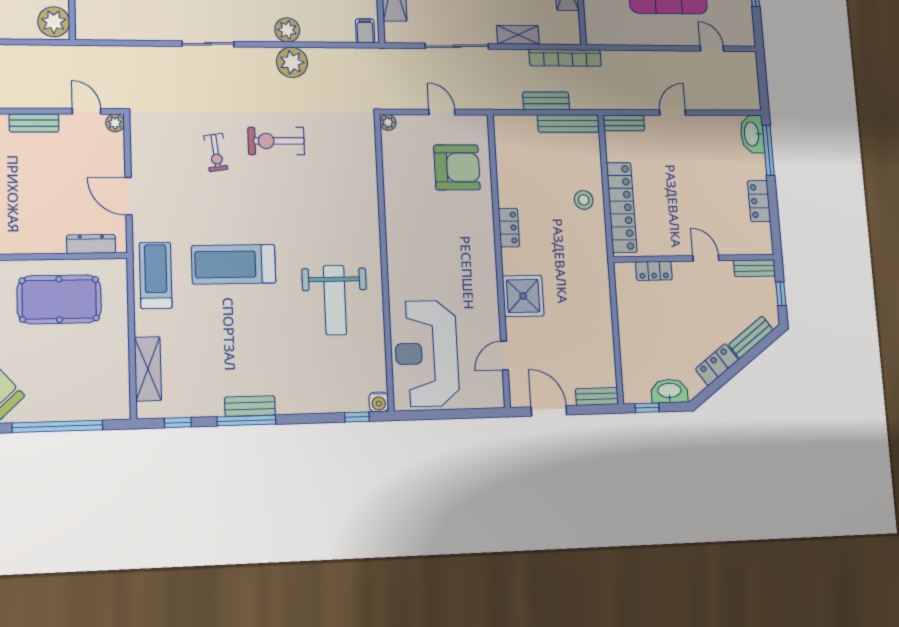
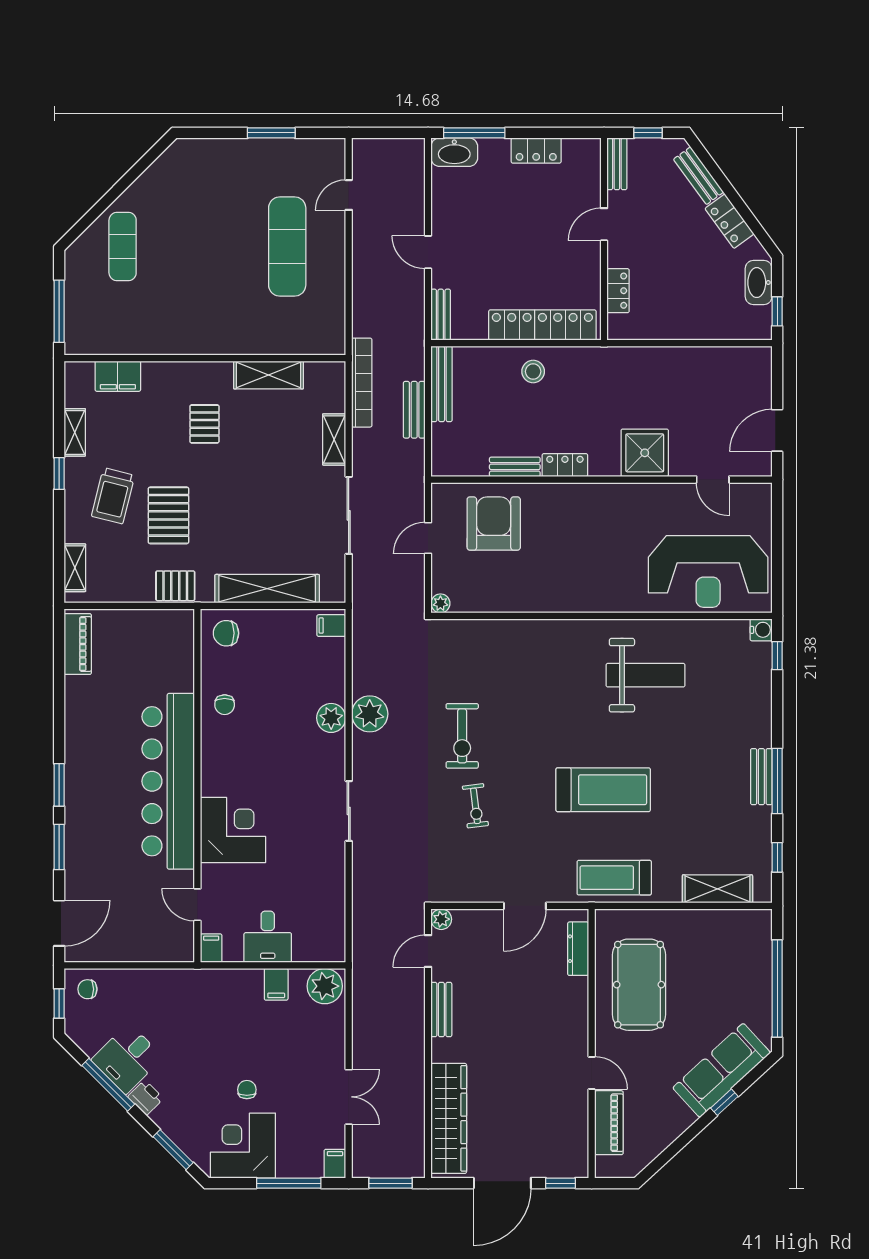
exercise bike: (216, 153) -> (475, 806), turned 90
treadmill: (234, 264) -> (603, 790), turned -90
bench: (597, 397) -> (515, 467), moved, turned 90

